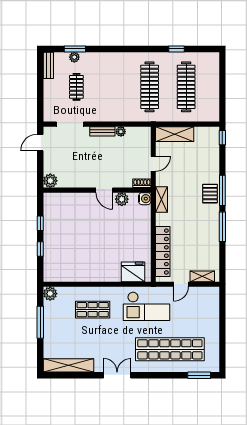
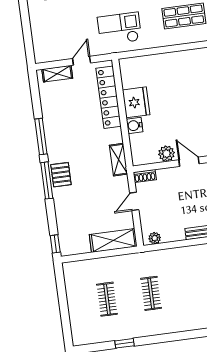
clothes rail: (150, 87) -> (151, 293), width x0.54, depth x0.76
clothes rail: (186, 87) -> (107, 299), width x0.54, depth x0.76
plant: (121, 132) -> (155, 238), moved
water cooler: (145, 199) -> (135, 126), moved
fridge: (133, 272) -> (136, 102), moved, turned -90
checkout: (146, 306) -> (120, 29), width x0.73, depth x0.83

